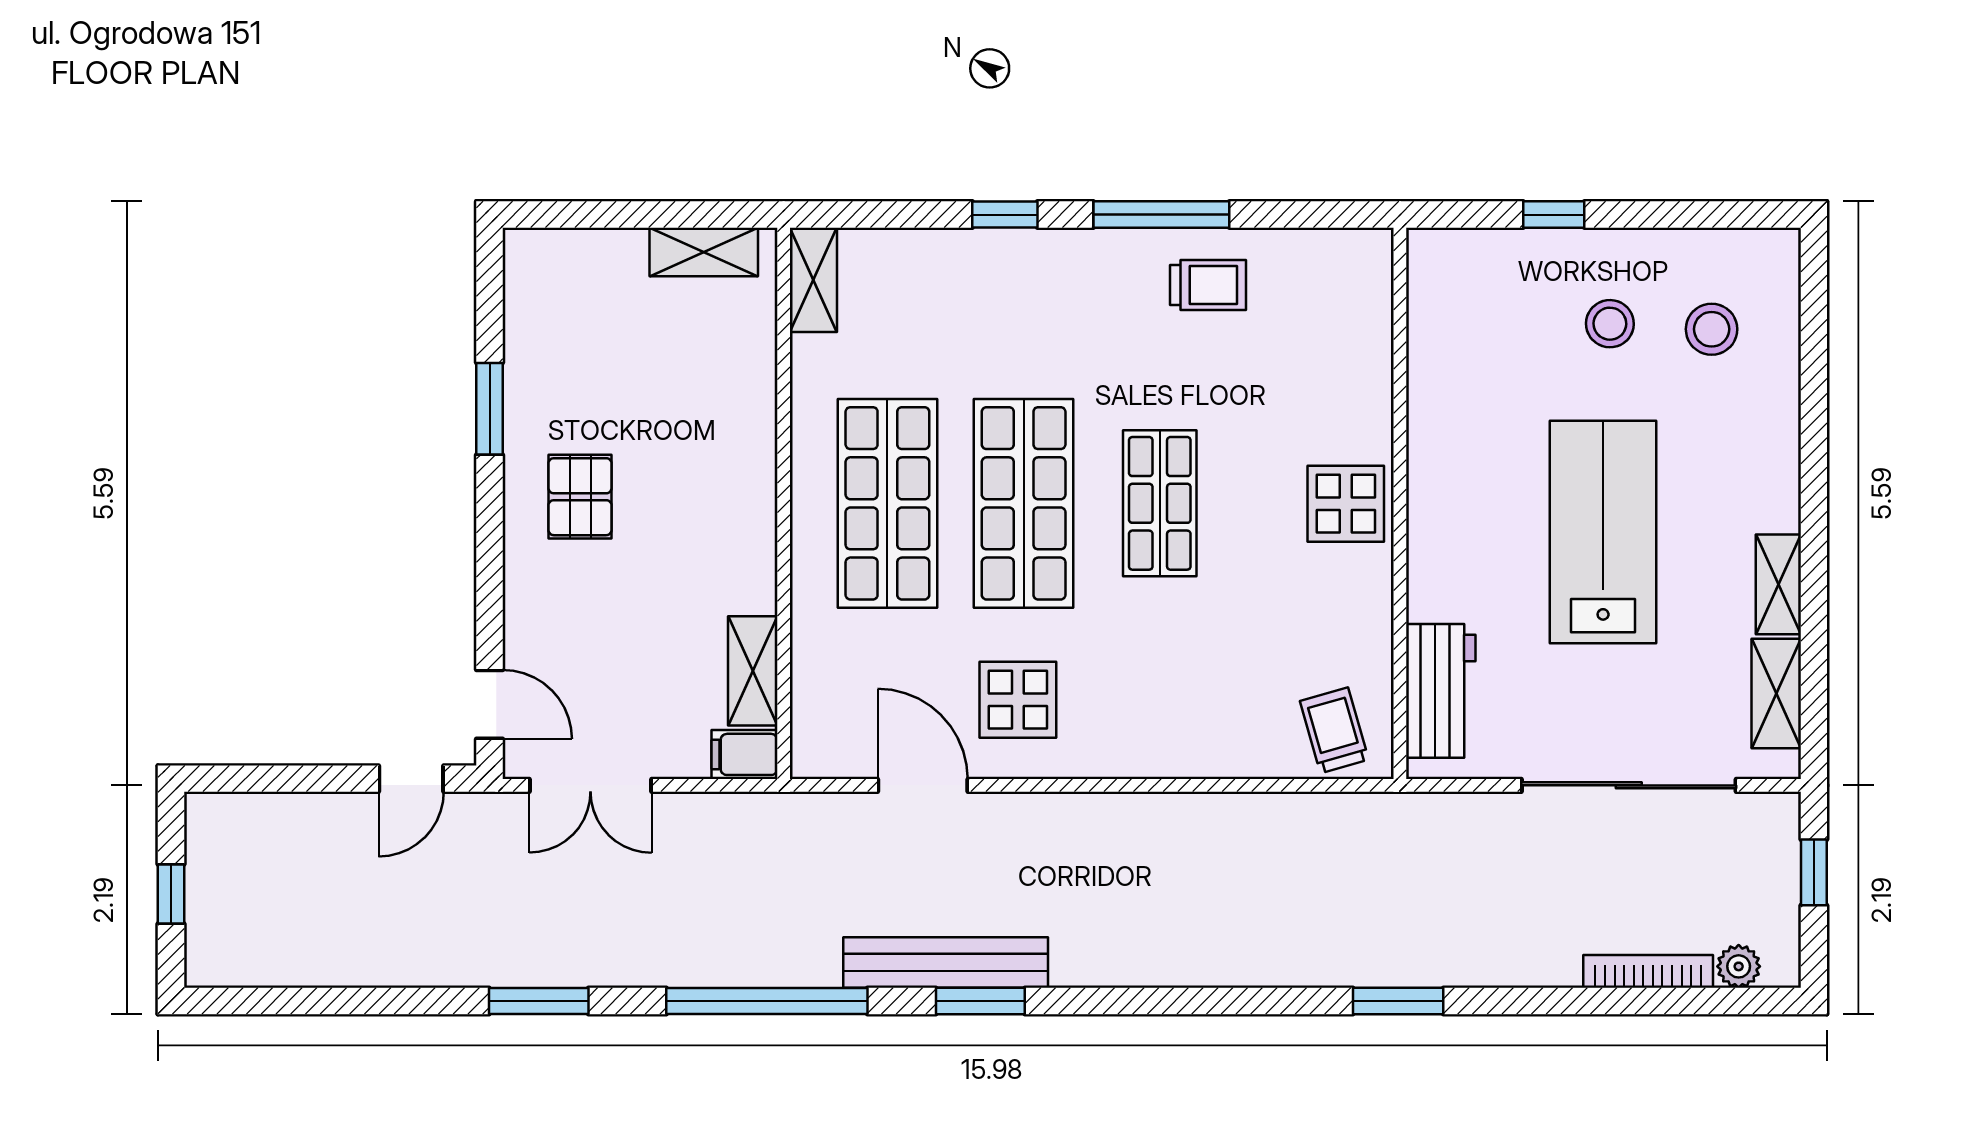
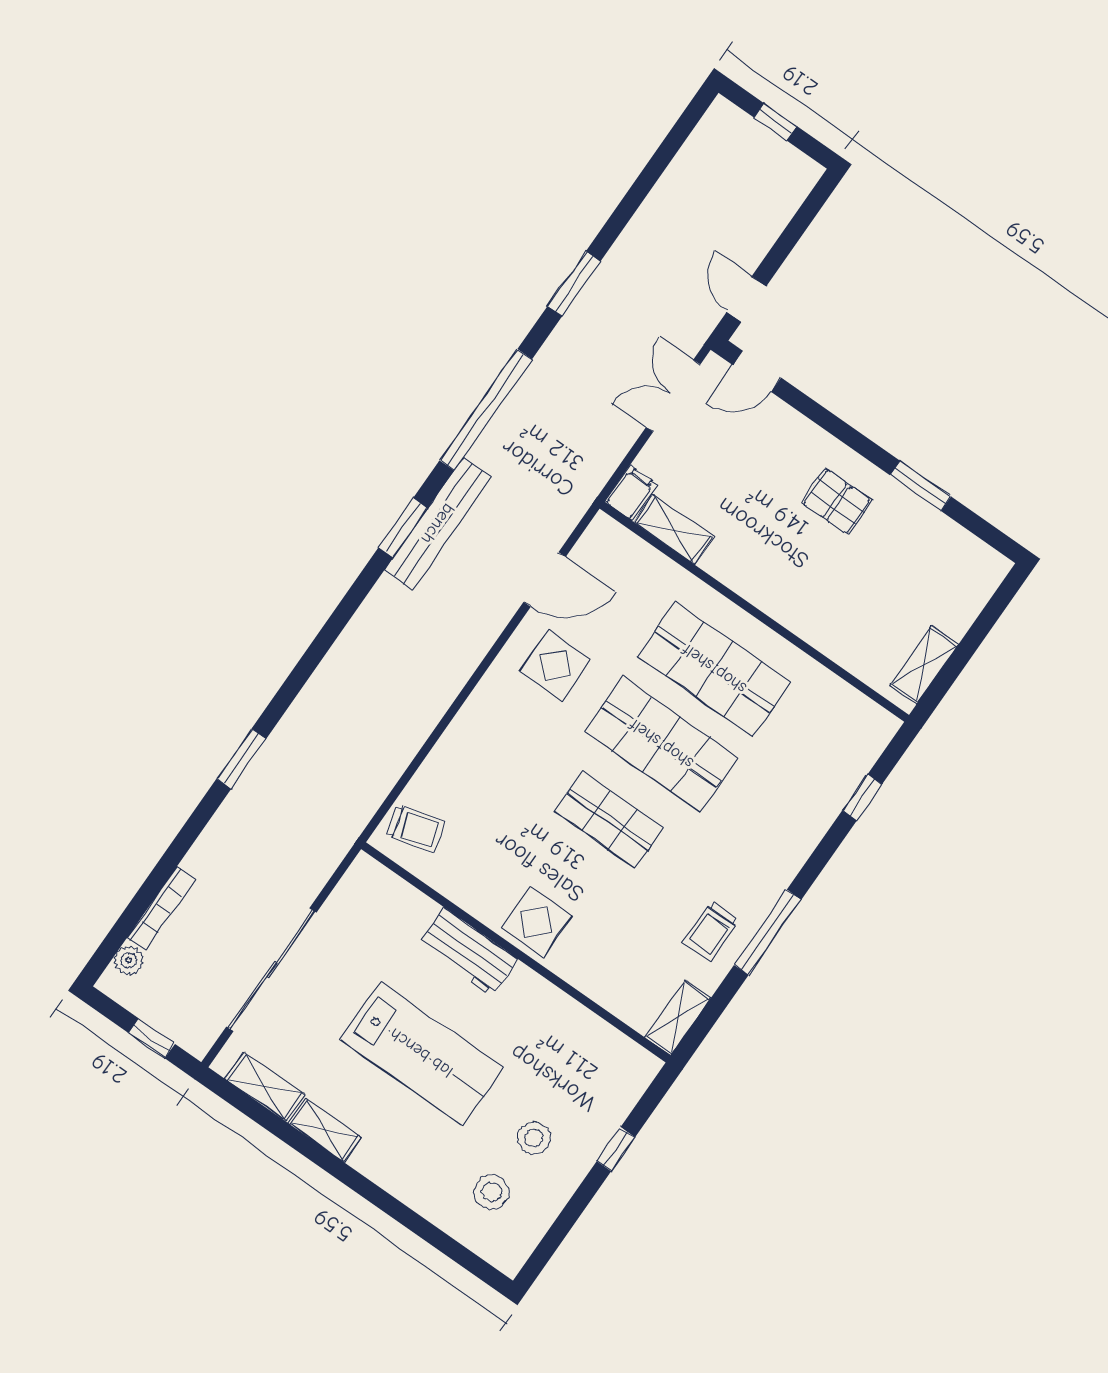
window: (1005, 215) -> (862, 797), moved
shelving: (813, 280) -> (678, 1018), moved, turned 90
workbench: (1441, 691) -> (468, 952), moved

